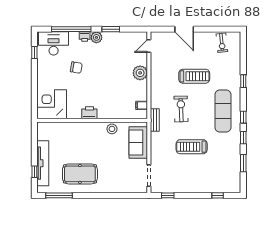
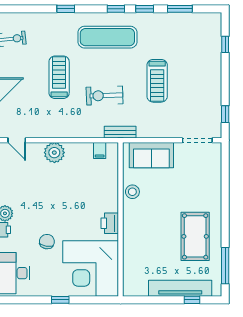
window: (34, 53) -> (60, 300), moved
corner desk: (52, 104) -> (91, 268), width x1.36, depth x1.36

